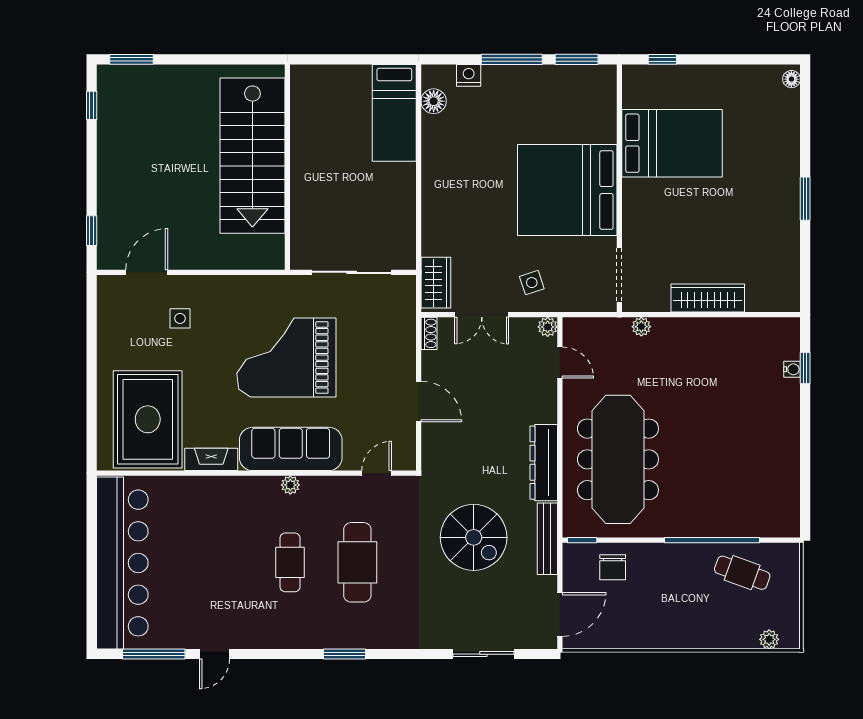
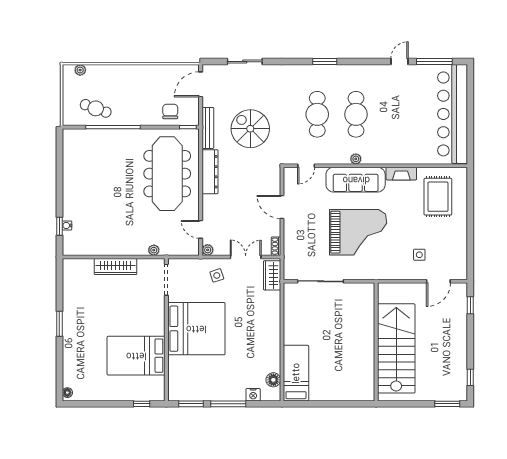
stairs: (252, 156) -> (396, 348), moved
wall: (287, 167) -> (376, 342), moved
rug: (148, 419) -> (438, 197), width x0.73, depth x0.69
cafe table: (290, 562) -> (356, 114), width x1.37, depth x1.35

